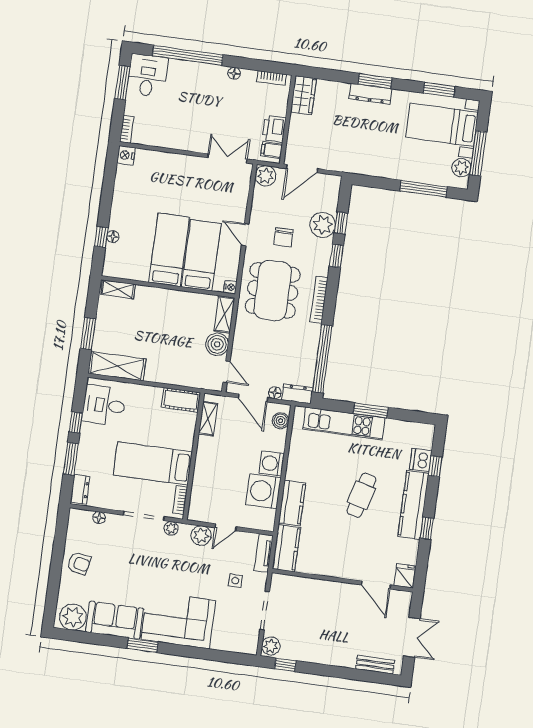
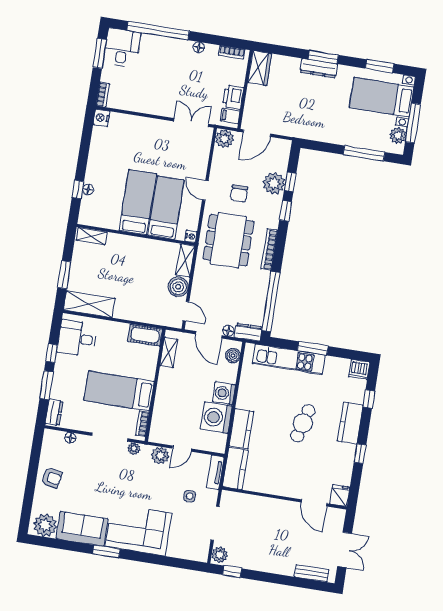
dishwasher: (421, 460) -> (359, 369), moved, turned -90
kitchen counter: (413, 505) -> (350, 423), width x0.67

